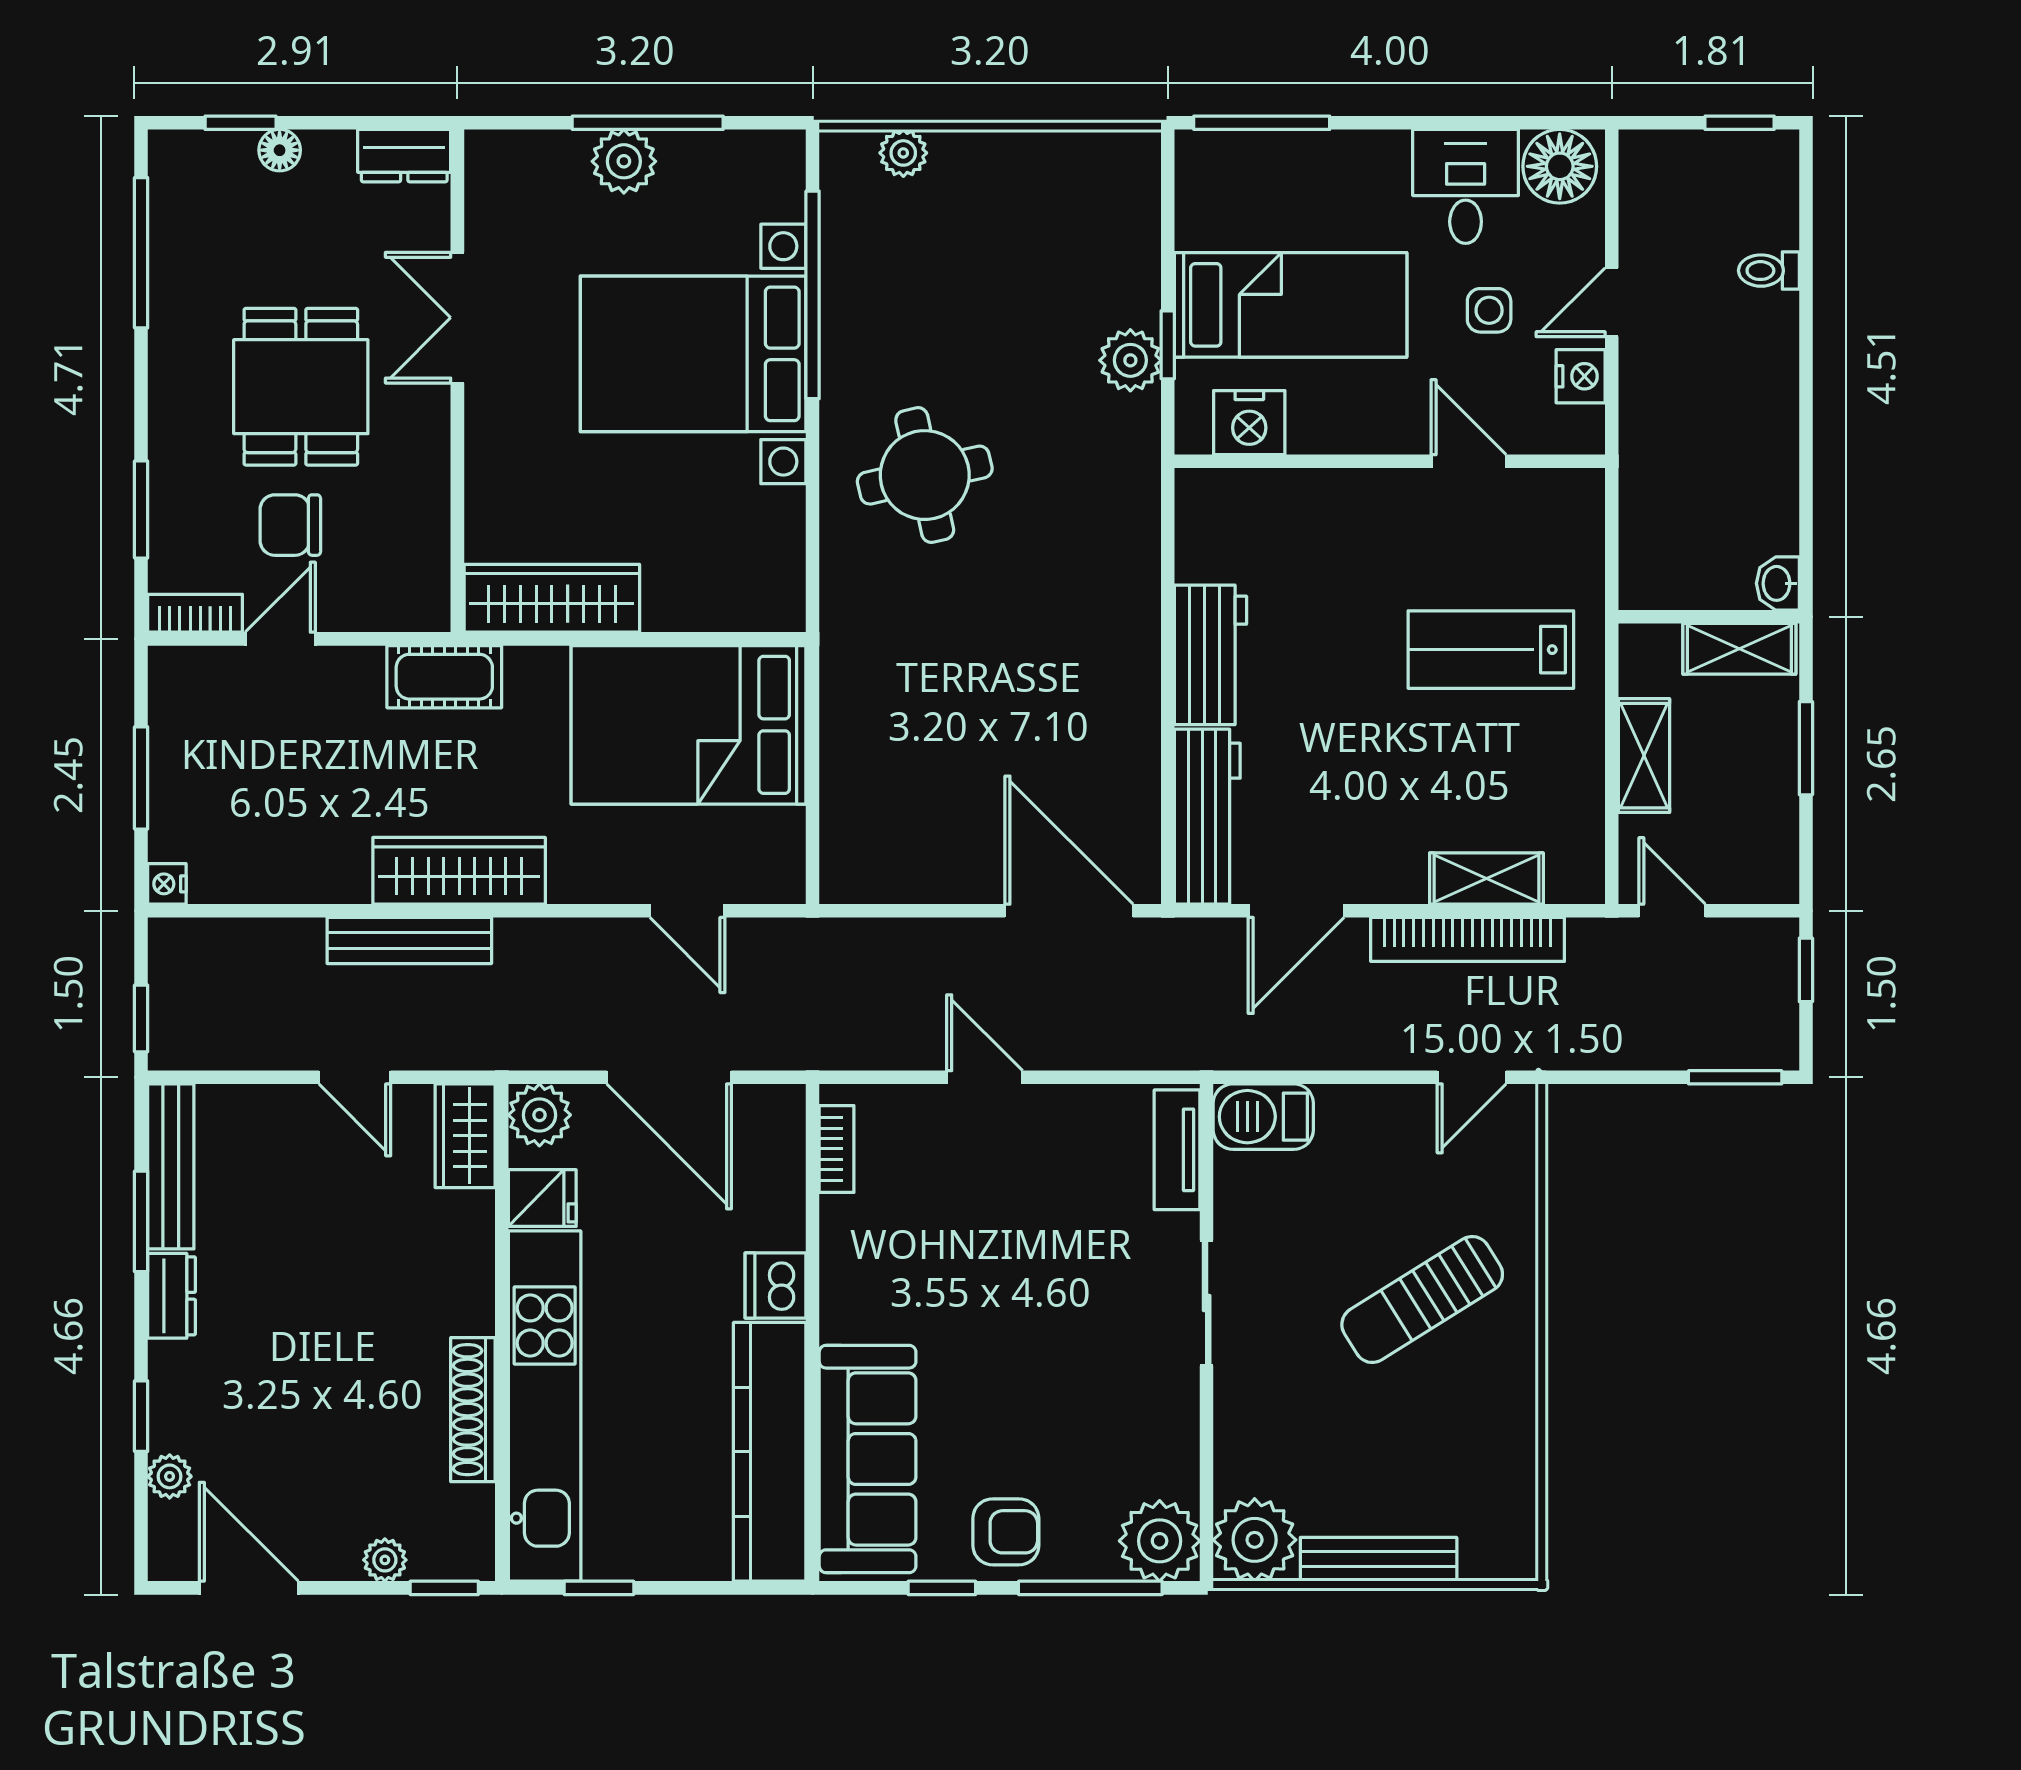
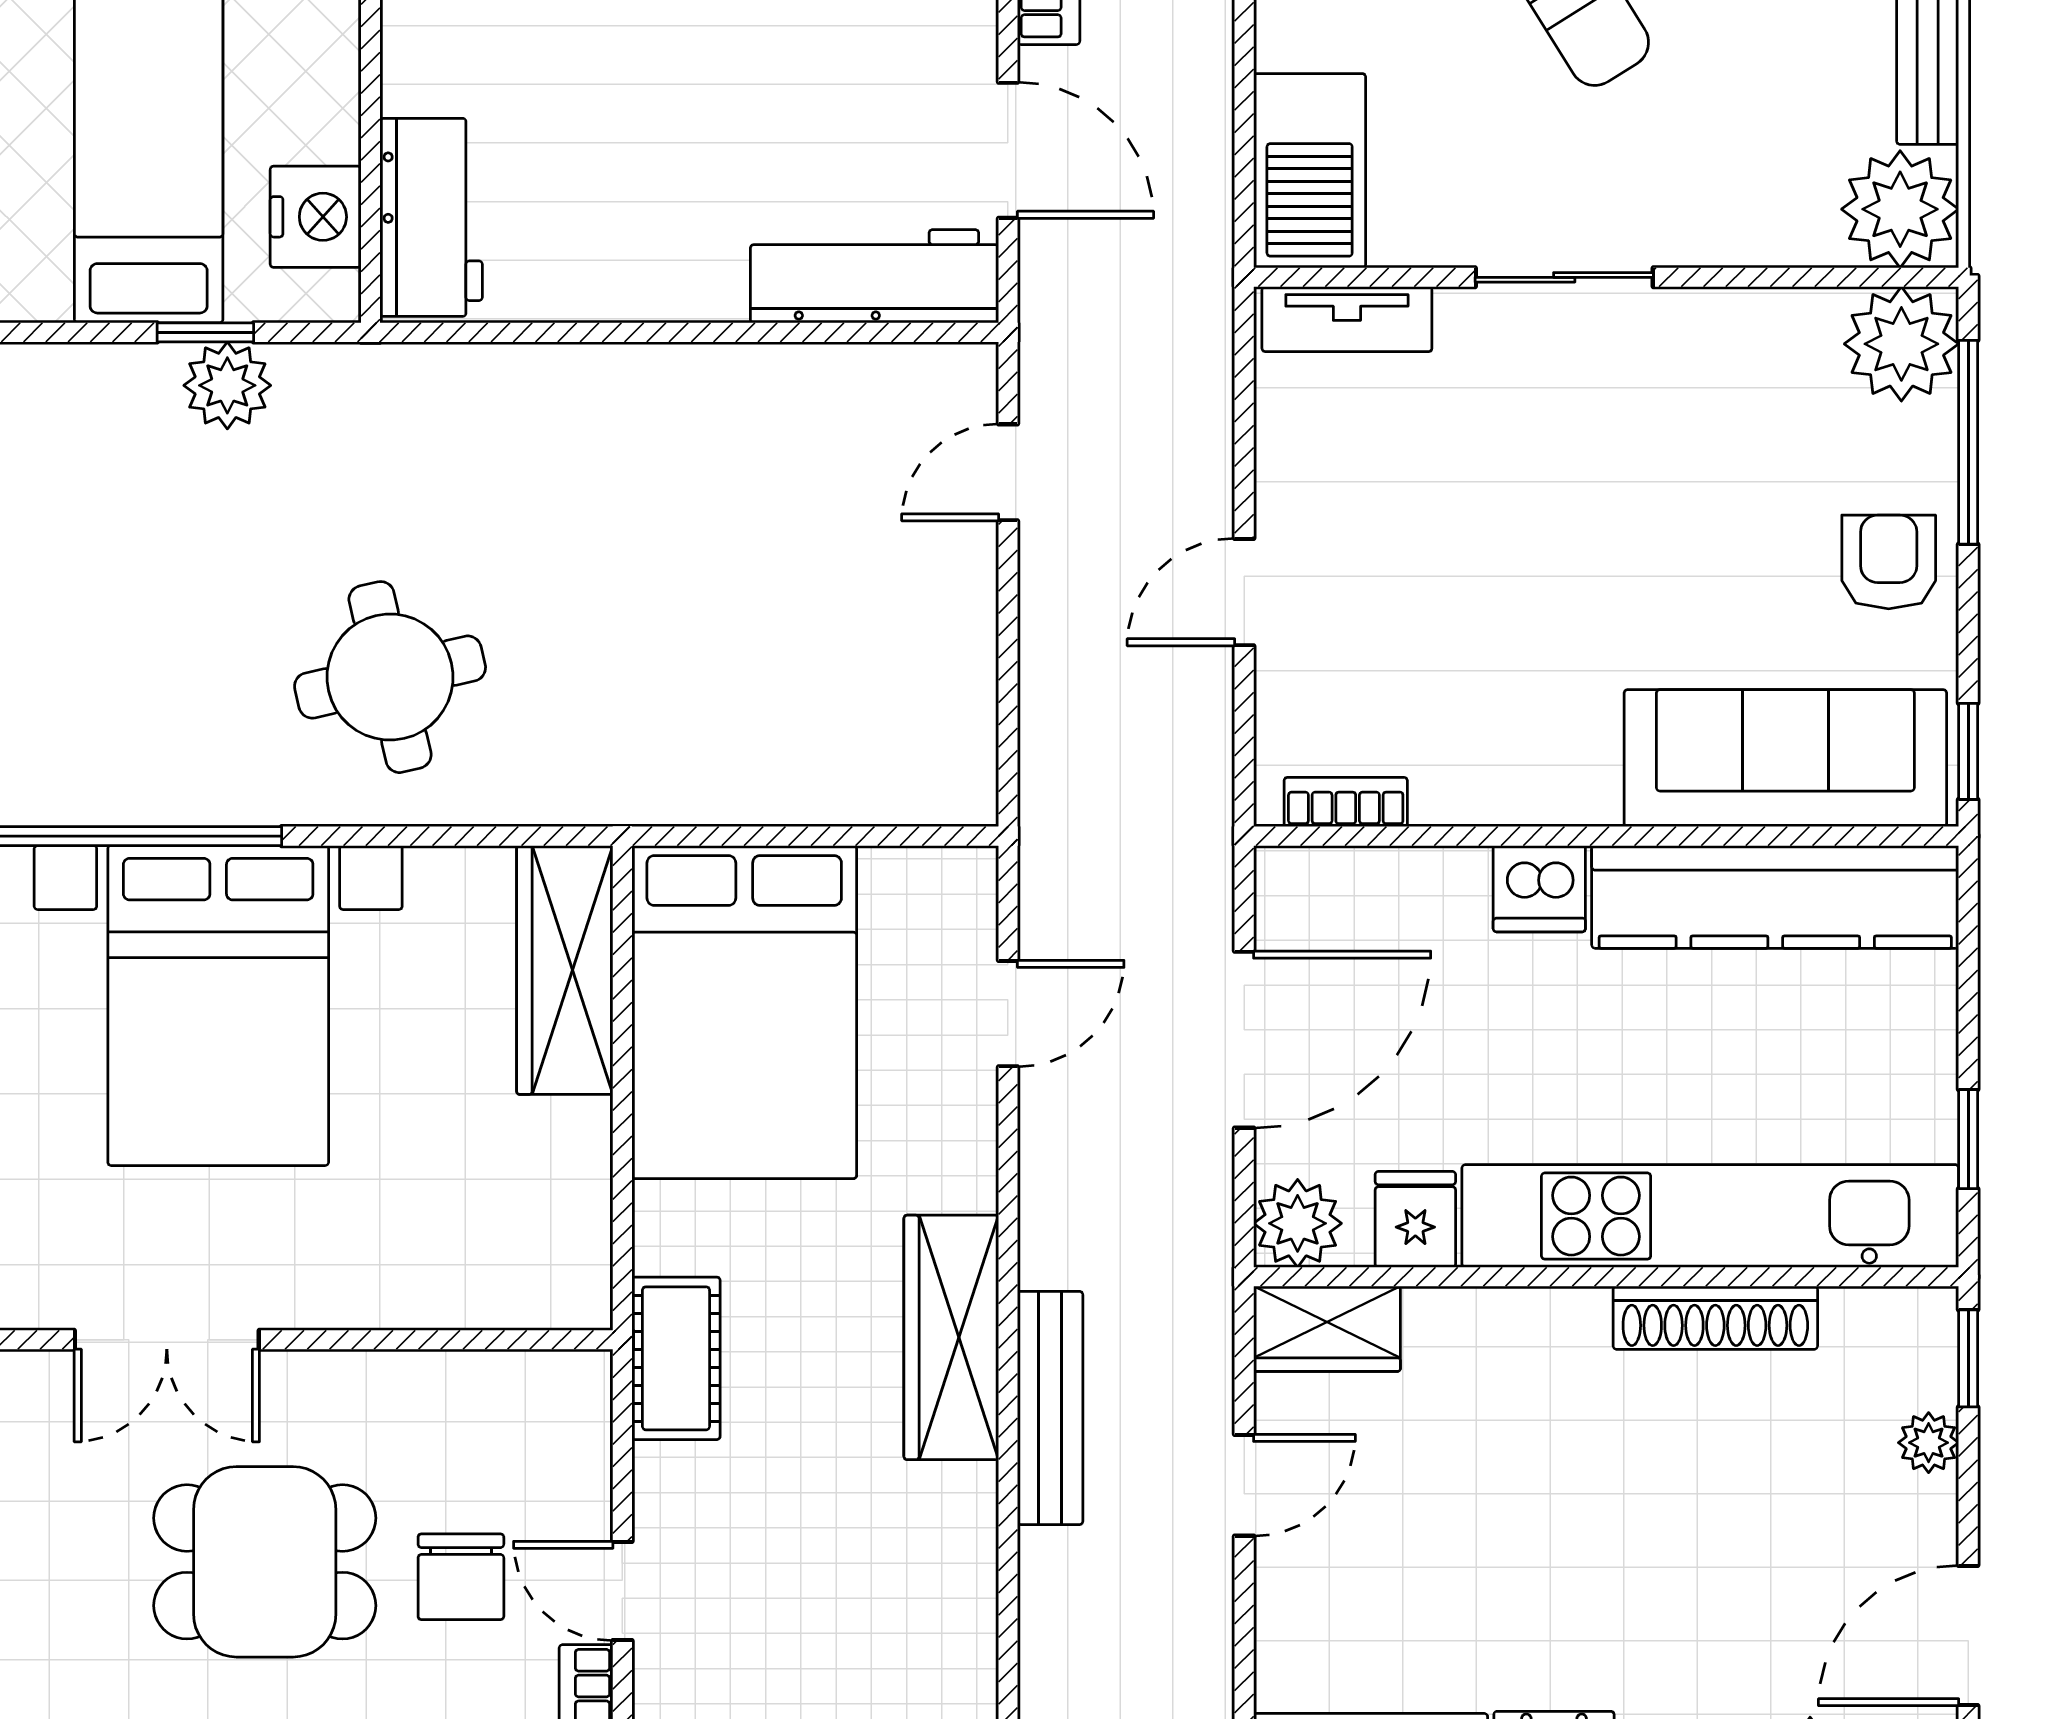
wardrobe: (552, 598) -> (565, 970), moved
workbench: (1210, 655) -> (431, 217), moved, turned 90
door: (1069, 911) -> (1008, 472), width x0.53
barbecue: (1263, 1117) -> (1310, 171), width x1.37, depth x1.21
window: (942, 1588) -> (1968, 751), moved

